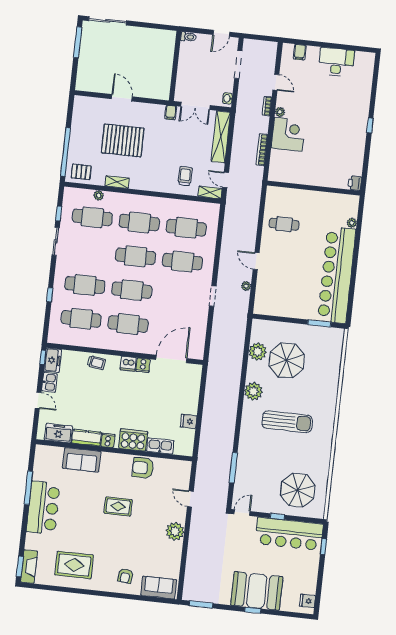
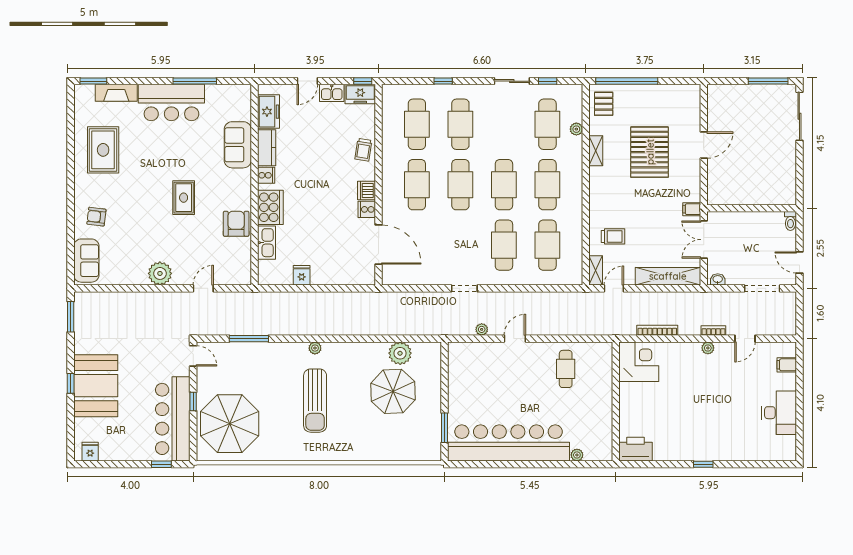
corner desk: (288, 134) -> (639, 362), moved, turned -90
printer: (355, 183) -> (635, 449), width x1.87, depth x1.48
plant: (253, 391) -> (315, 348), moved, width x0.53, depth x0.53
parasol: (298, 490) -> (230, 424), width x1.36, depth x1.36
fireplace: (29, 567) -> (116, 93), moved

